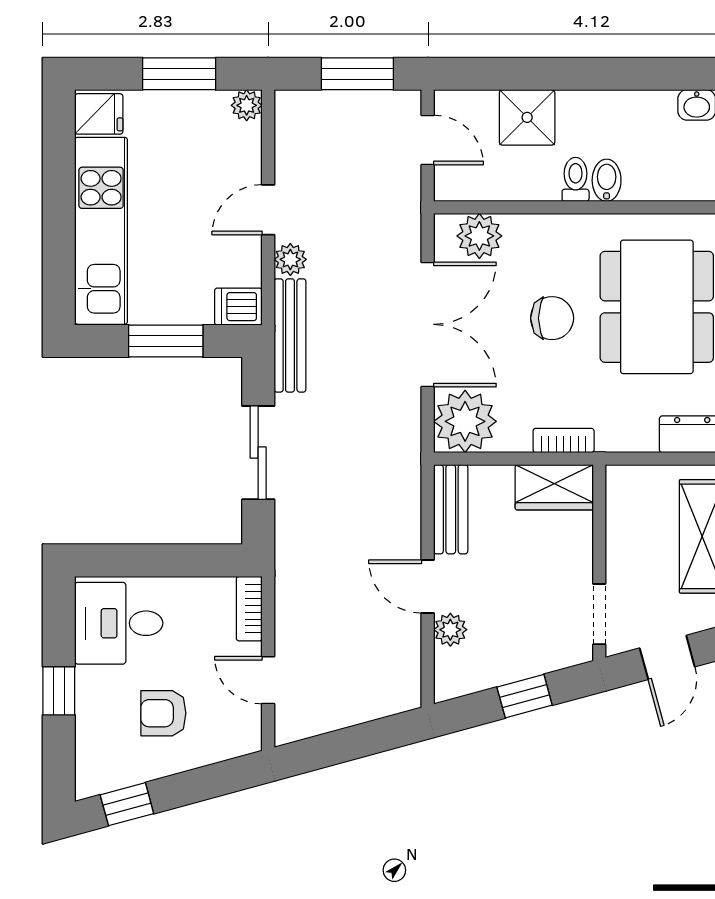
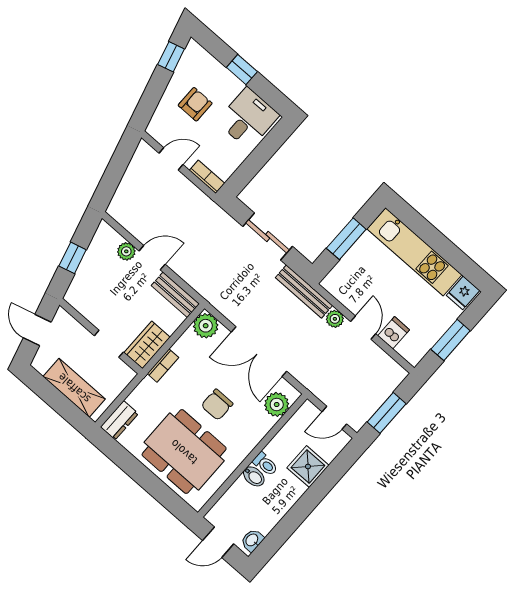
plant: (247, 105) -> (413, 356), removed
dishwasher: (238, 307) -> (394, 333), moved
plant: (465, 421) -> (206, 326), width x0.73, depth x0.73
doorway: (599, 614) -> (109, 344), moved

